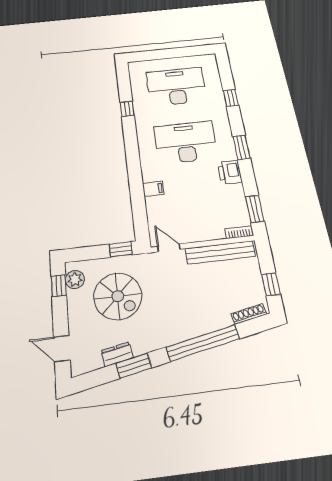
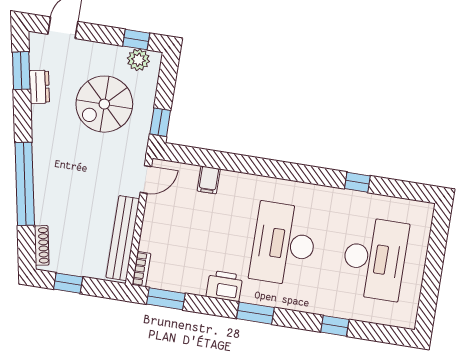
desk: (186, 142) -> (284, 244), turned 180
filing cabinet: (153, 189) -> (209, 180), moved
window: (134, 366) -> (21, 71), moved

